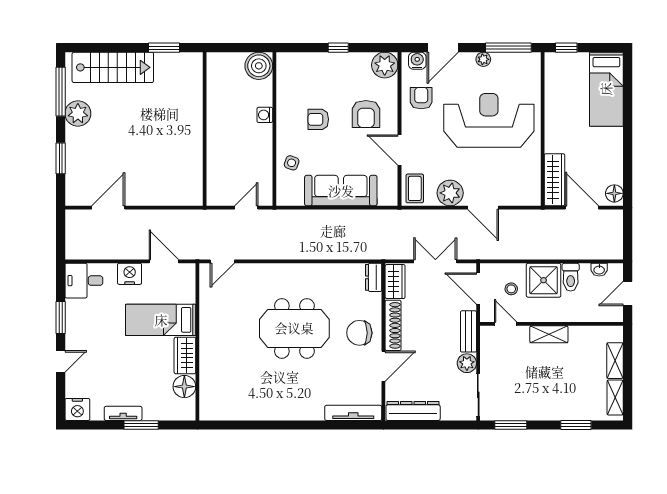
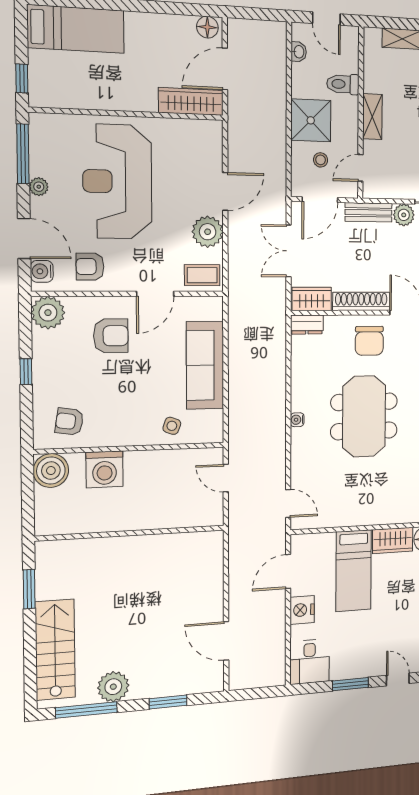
washing machine: (265, 115) -> (105, 469), width x1.89, depth x1.89
armchair: (318, 119) -> (69, 422), moved, turned 99
water cooler: (293, 269) -> (297, 420), added
toilet: (571, 277) -> (343, 84), moved, turned 180

